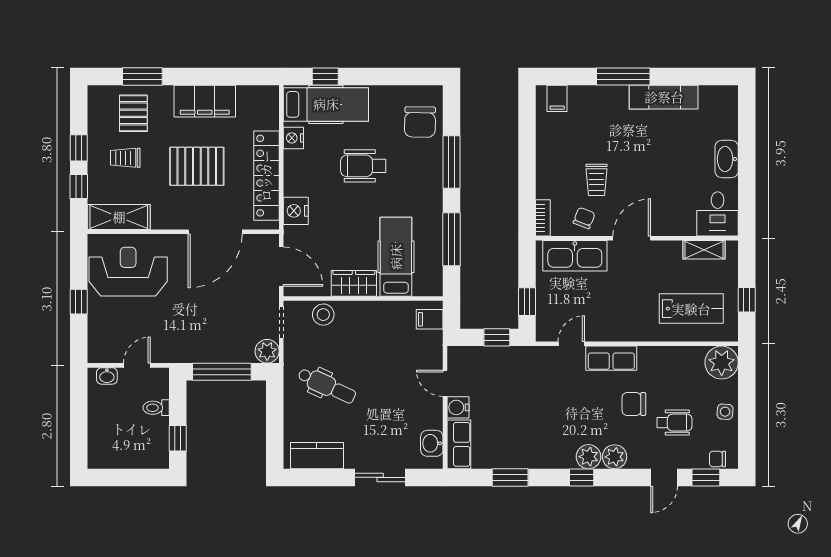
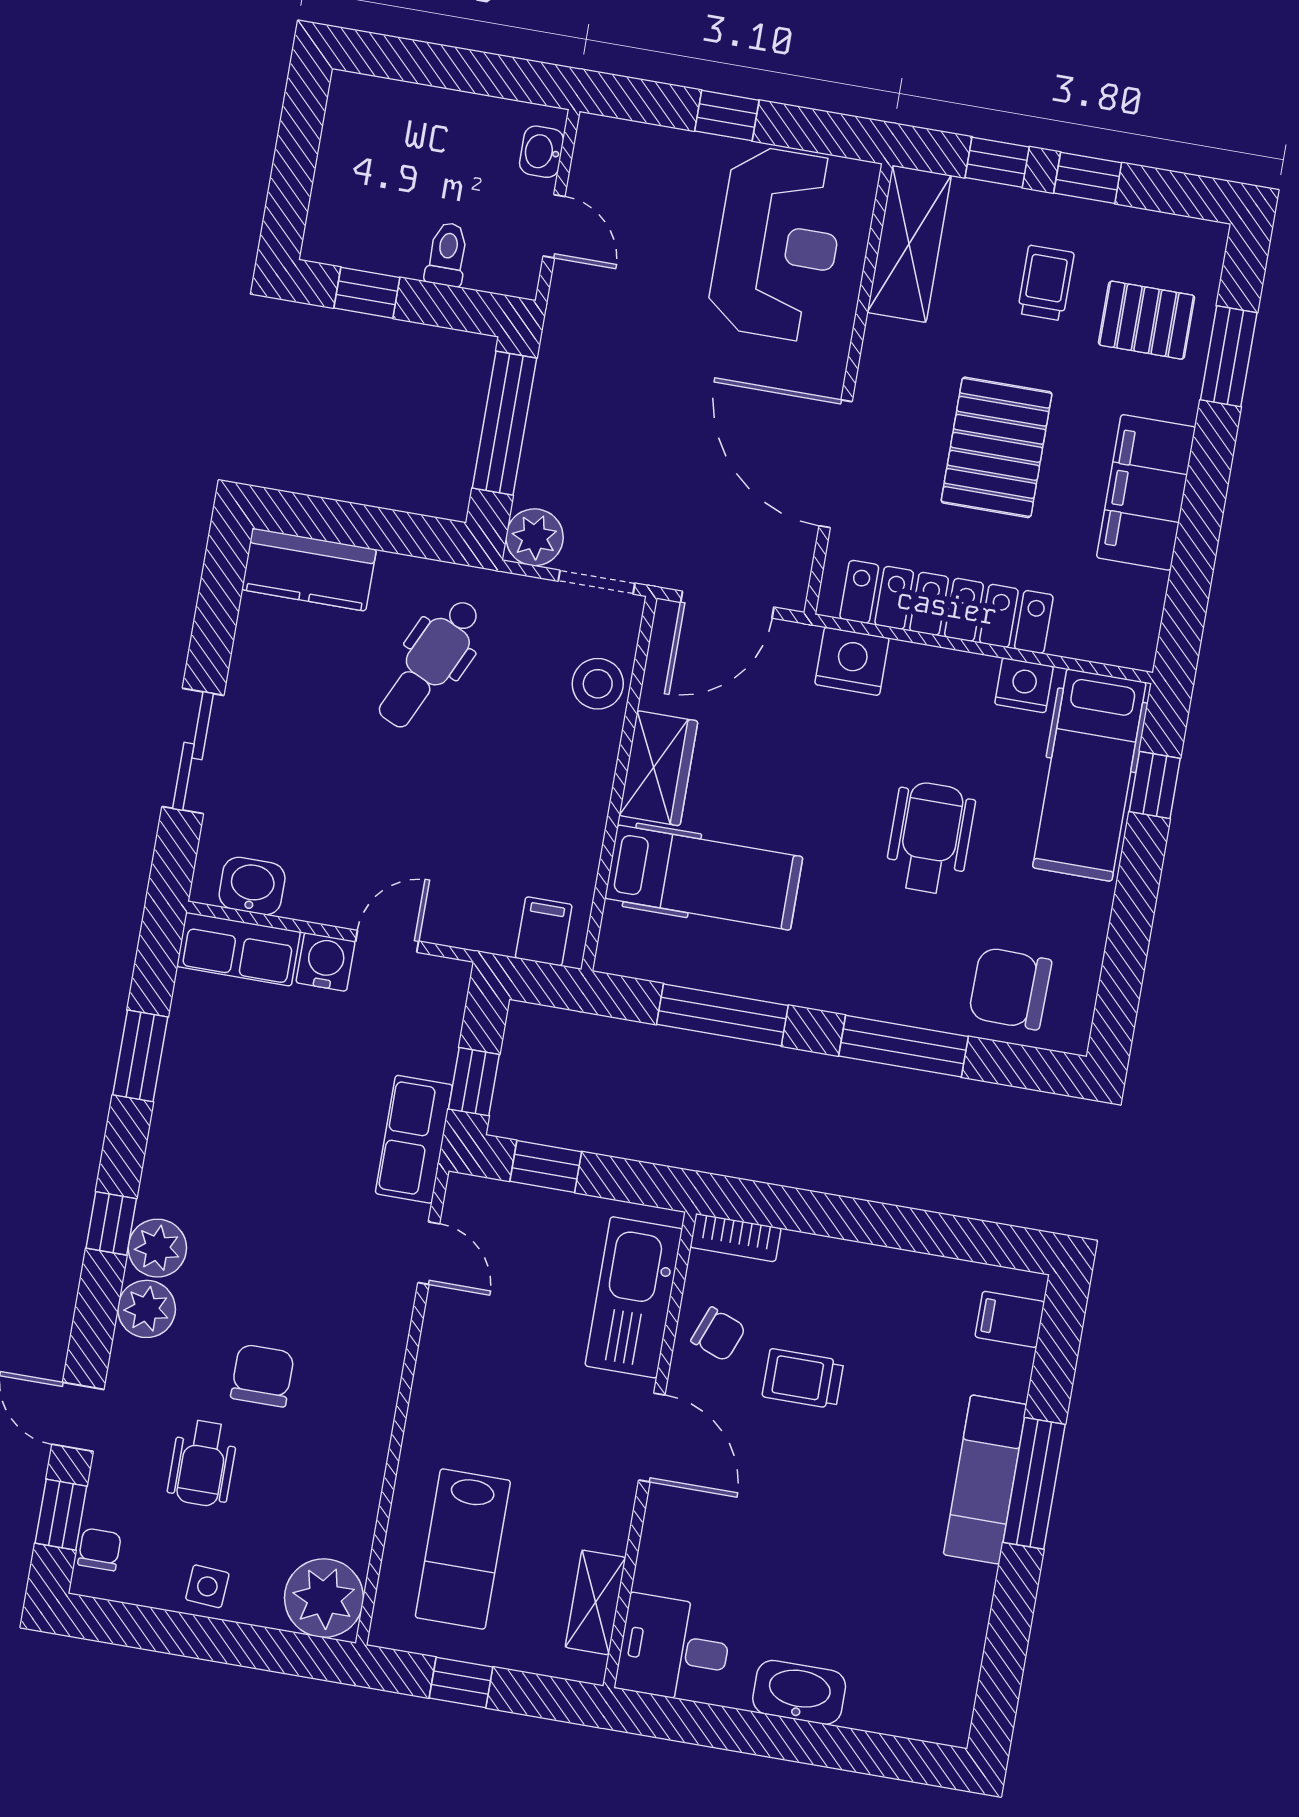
exam couch: (664, 97) -> (985, 1480), moved
row of seats: (611, 358) -> (414, 1139), moved
kitchen counter: (317, 456) -> (309, 570), moved, turned 90

